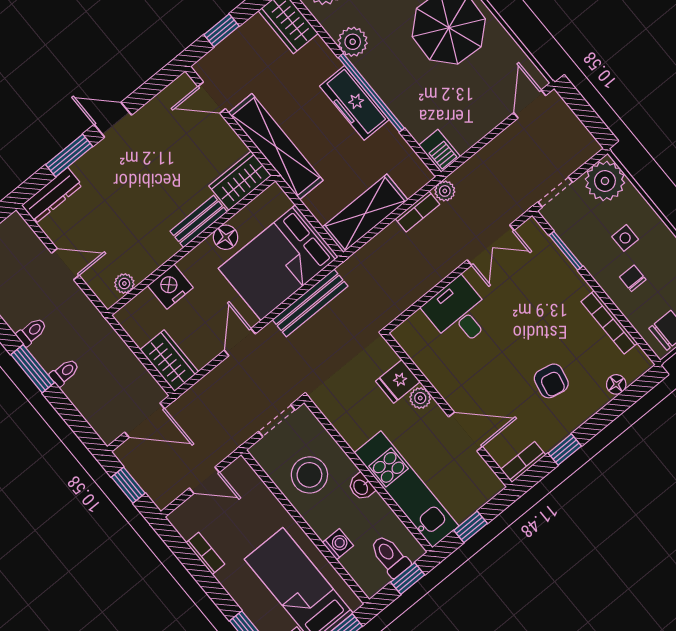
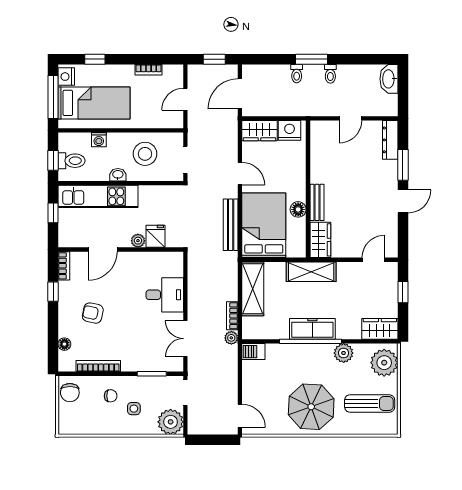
shelving: (276, 147) -> (311, 272), width x0.68
plant: (124, 284) -> (316, 140), removed
nightstand: (170, 287) -> (290, 130), moved, turned -90

